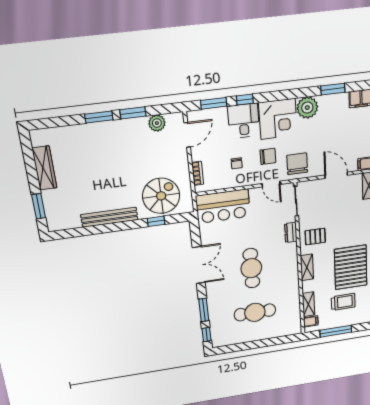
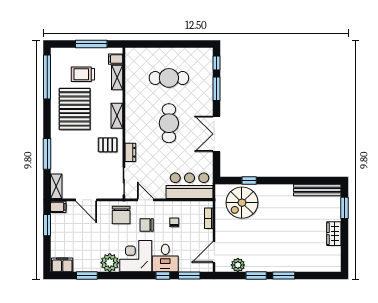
wardrobe: (44, 168) -> (334, 234), width x0.67
bench: (109, 217) -> (317, 190), moved

